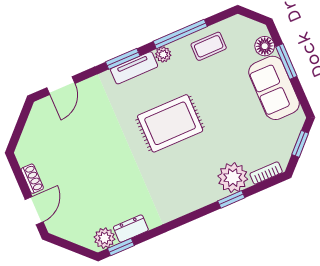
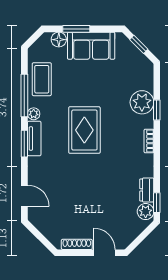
coffee table: (209, 46) -> (42, 79), width x1.36, depth x1.30
bookcase: (266, 173) -> (149, 141), moved
shoe rack: (32, 179) -> (77, 244), width x1.43

